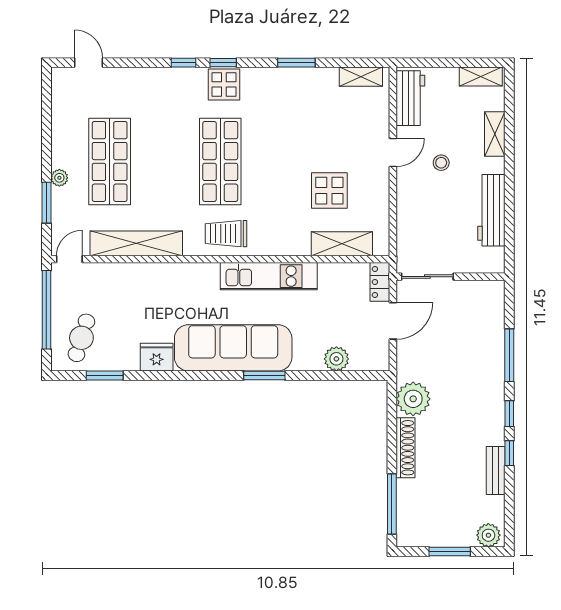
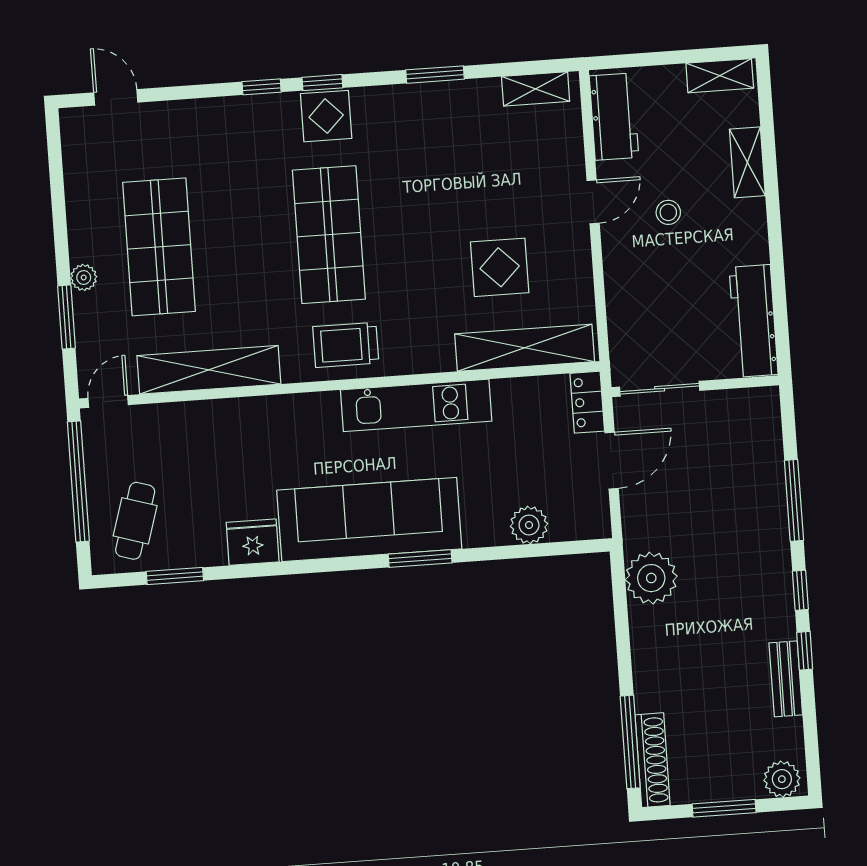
workbench: (491, 210) -> (754, 321), moved
shelving: (342, 244) -> (525, 348), width x1.47
shoe rack: (406, 448) -> (653, 760), moved

